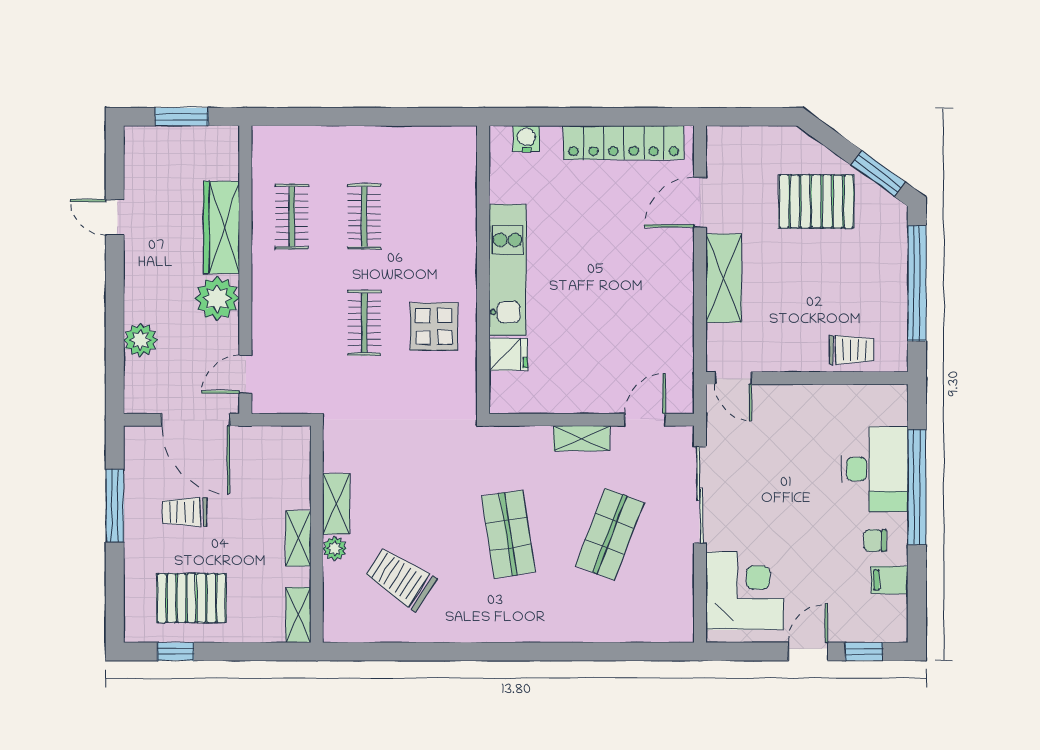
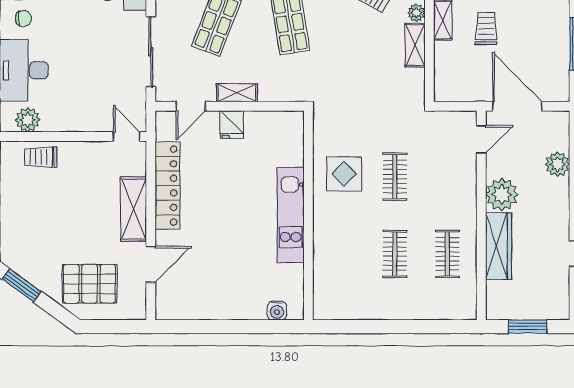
locker: (624, 143) -> (167, 186), moved, turned 90
pallet: (816, 201) -> (90, 284), moved
fridge: (508, 354) -> (232, 125), moved, turned -90
plant: (869, 401) -> (28, 120), added
trolley: (184, 512) -> (486, 28), moved, turned -90

